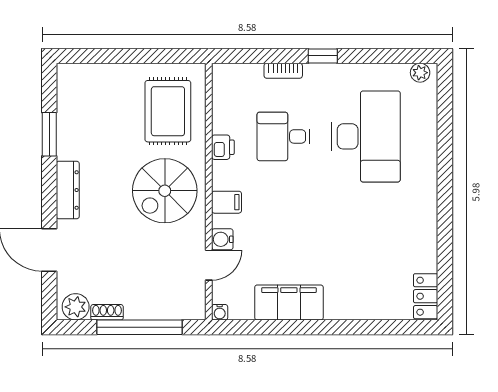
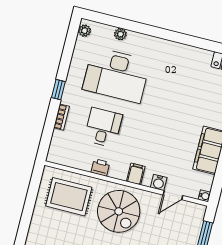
plant: (428, 127) -> (120, 34), added
desk: (283, 136) -> (103, 127), turned 180
desk: (366, 136) -> (116, 75), turned 180
door: (209, 265) -> (173, 195), swing flipped

